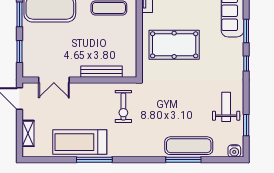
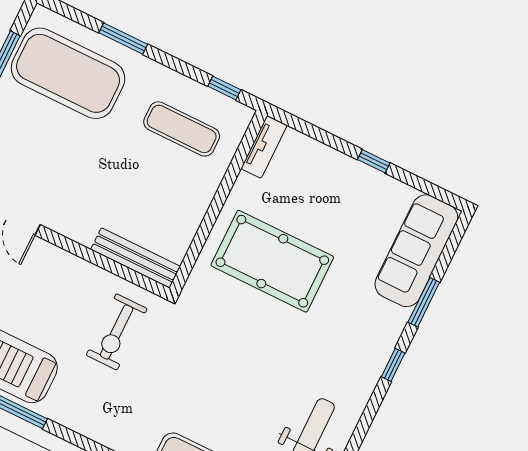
bench: (102, 72) -> (135, 258), moved

